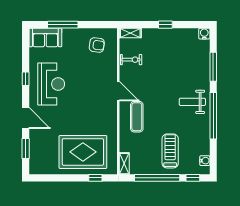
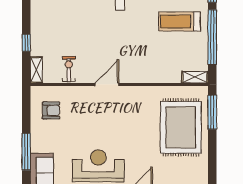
window: (165, 25) -> (26, 43), moved
armchair: (97, 45) -> (51, 110), turned 83
exercise mat: (137, 117) -> (138, 62), removed
window: (95, 178) -> (212, 112), width x2.17

